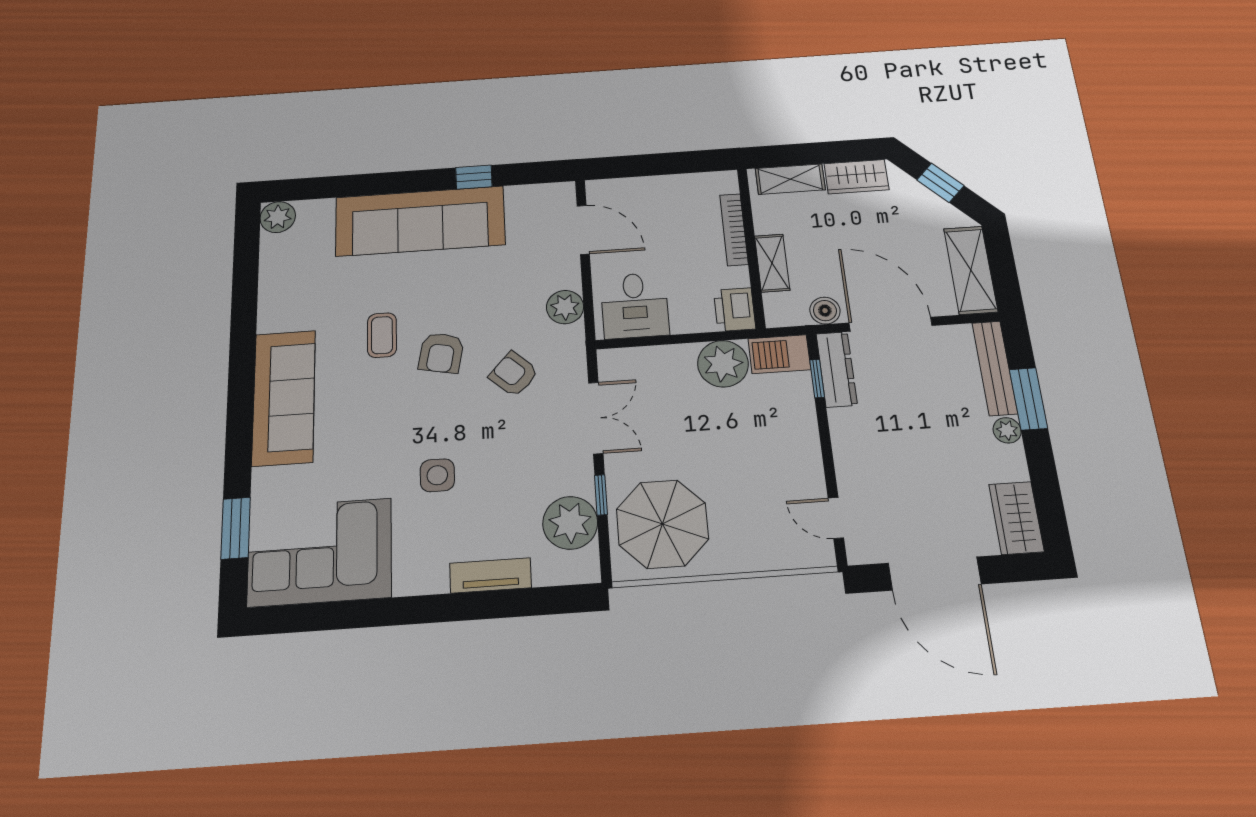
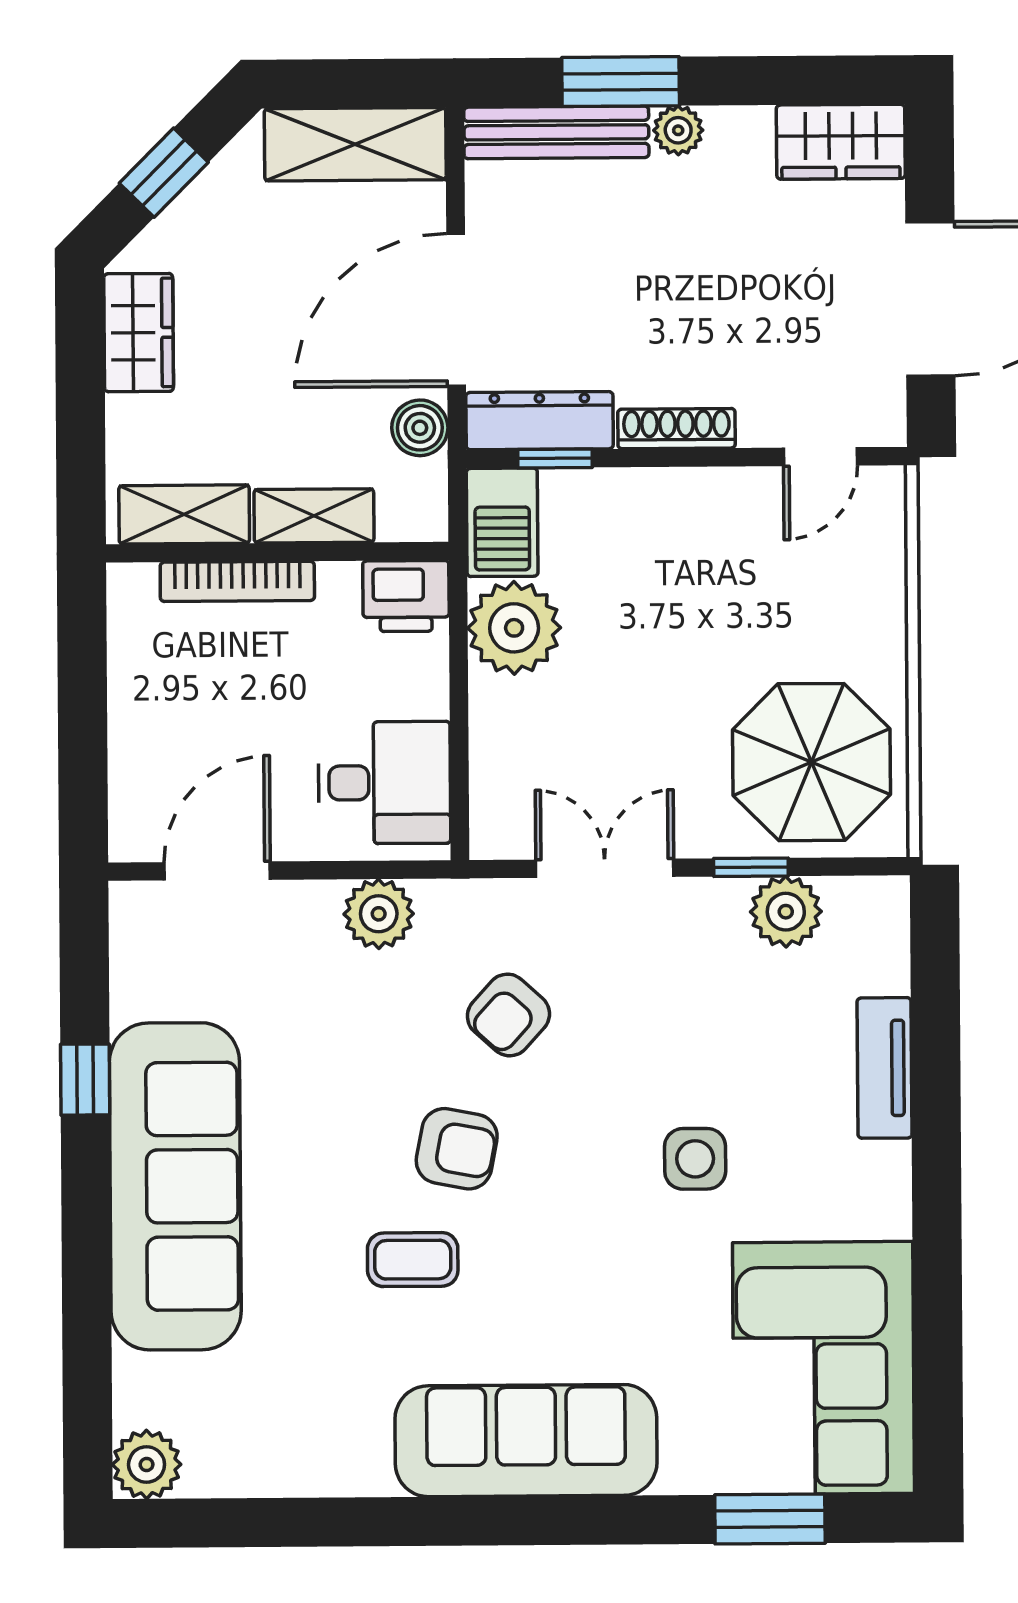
shelving: (790, 179) -> (184, 514), moved, turned 90
shoe rack: (842, 440) -> (676, 429), added
plant: (570, 523) -> (786, 912), width x0.73, depth x0.73

